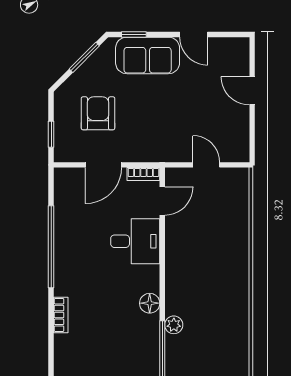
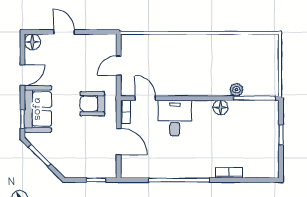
floor lamp: (239, 48) -> (32, 42), added
door: (252, 91) -> (64, 32), swing flipped
armchair: (98, 113) -> (92, 104), moved

